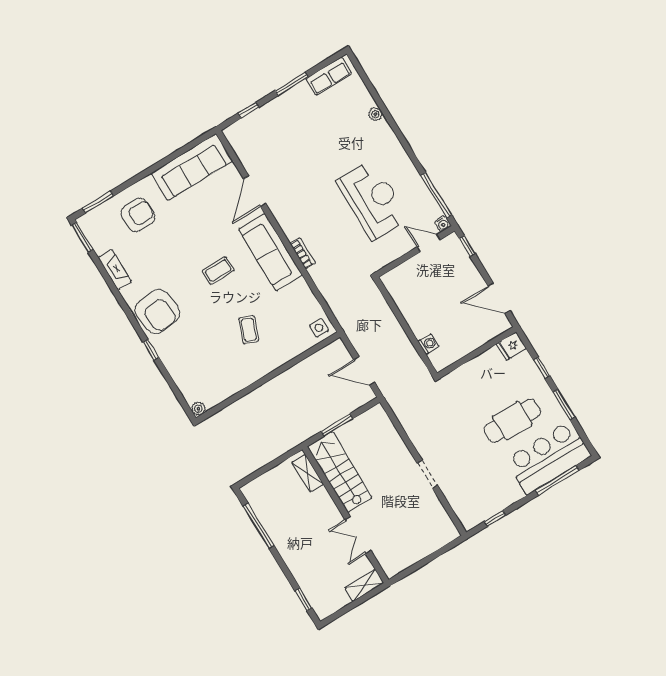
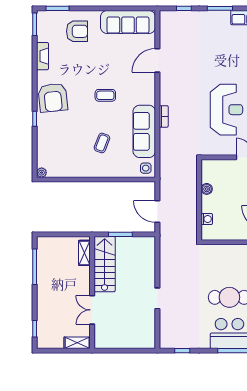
sofa: (270, 252) -> (144, 131), moved
boiler: (407, 308) -> (207, 189), added

